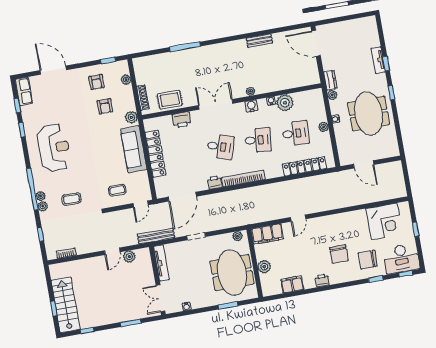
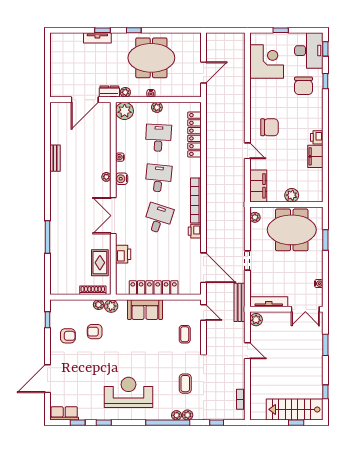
door: (316, 43) -> (85, 100), moved
plant: (126, 80) -> (99, 305), moved
plant: (285, 103) -> (125, 111), moved
armchair: (105, 106) -> (95, 332), turned 180
sofa: (134, 149) -> (145, 310), width x0.73
chair: (339, 254) -> (270, 127), moved
plant: (129, 257) -> (256, 320), moved
filing cabinet: (292, 284) -> (315, 156), moved

